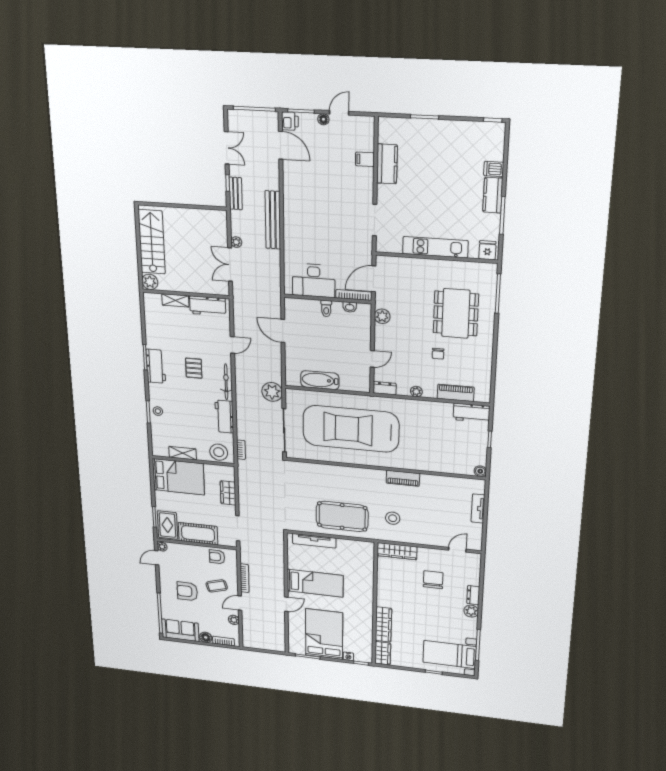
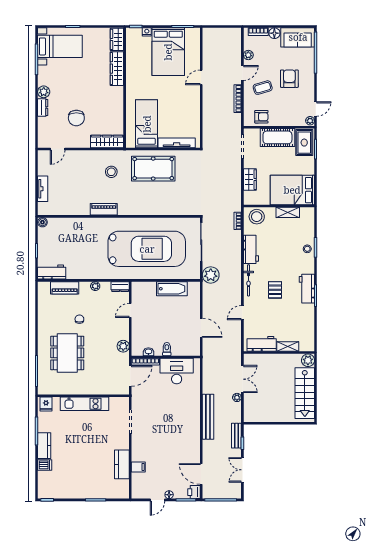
bed: (315, 583) -> (147, 124), moved, turned 90
armchair: (187, 591) -> (289, 79), turned -90

